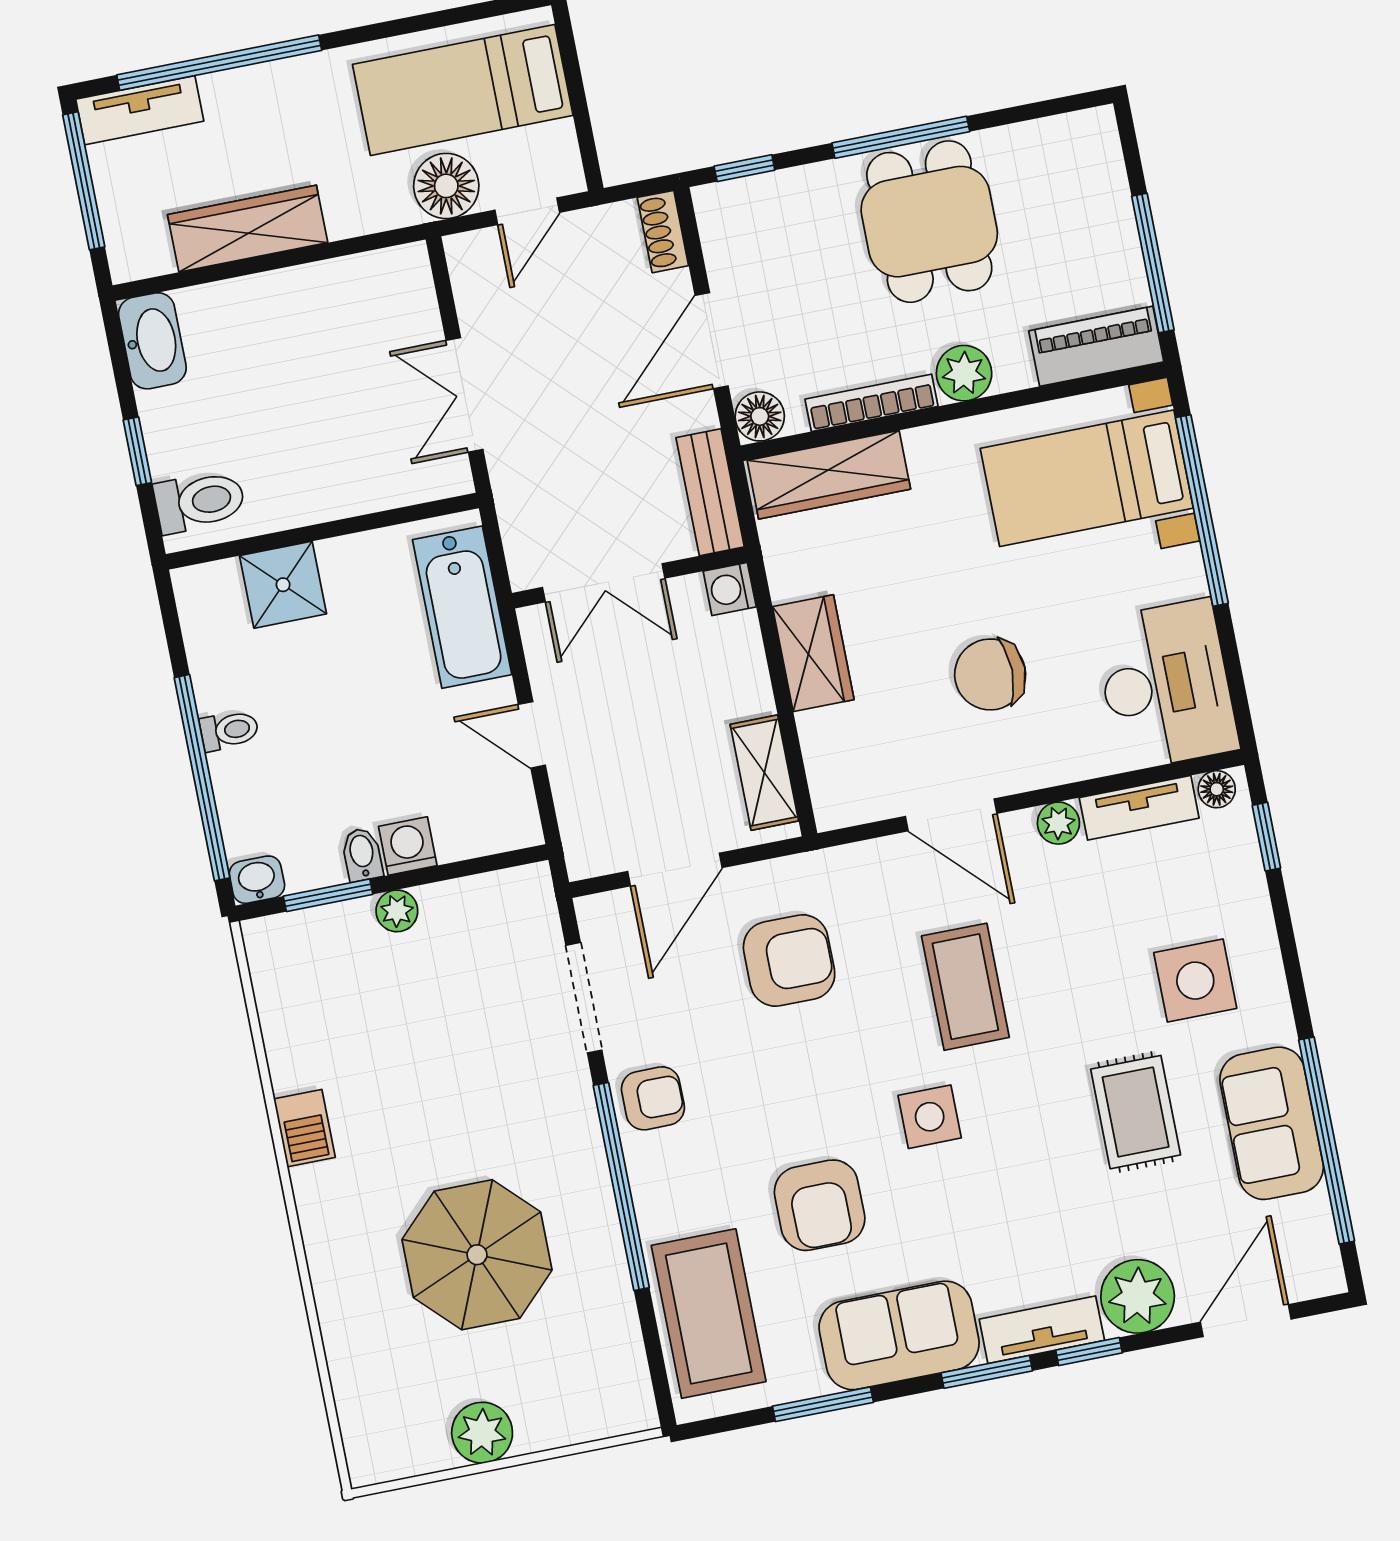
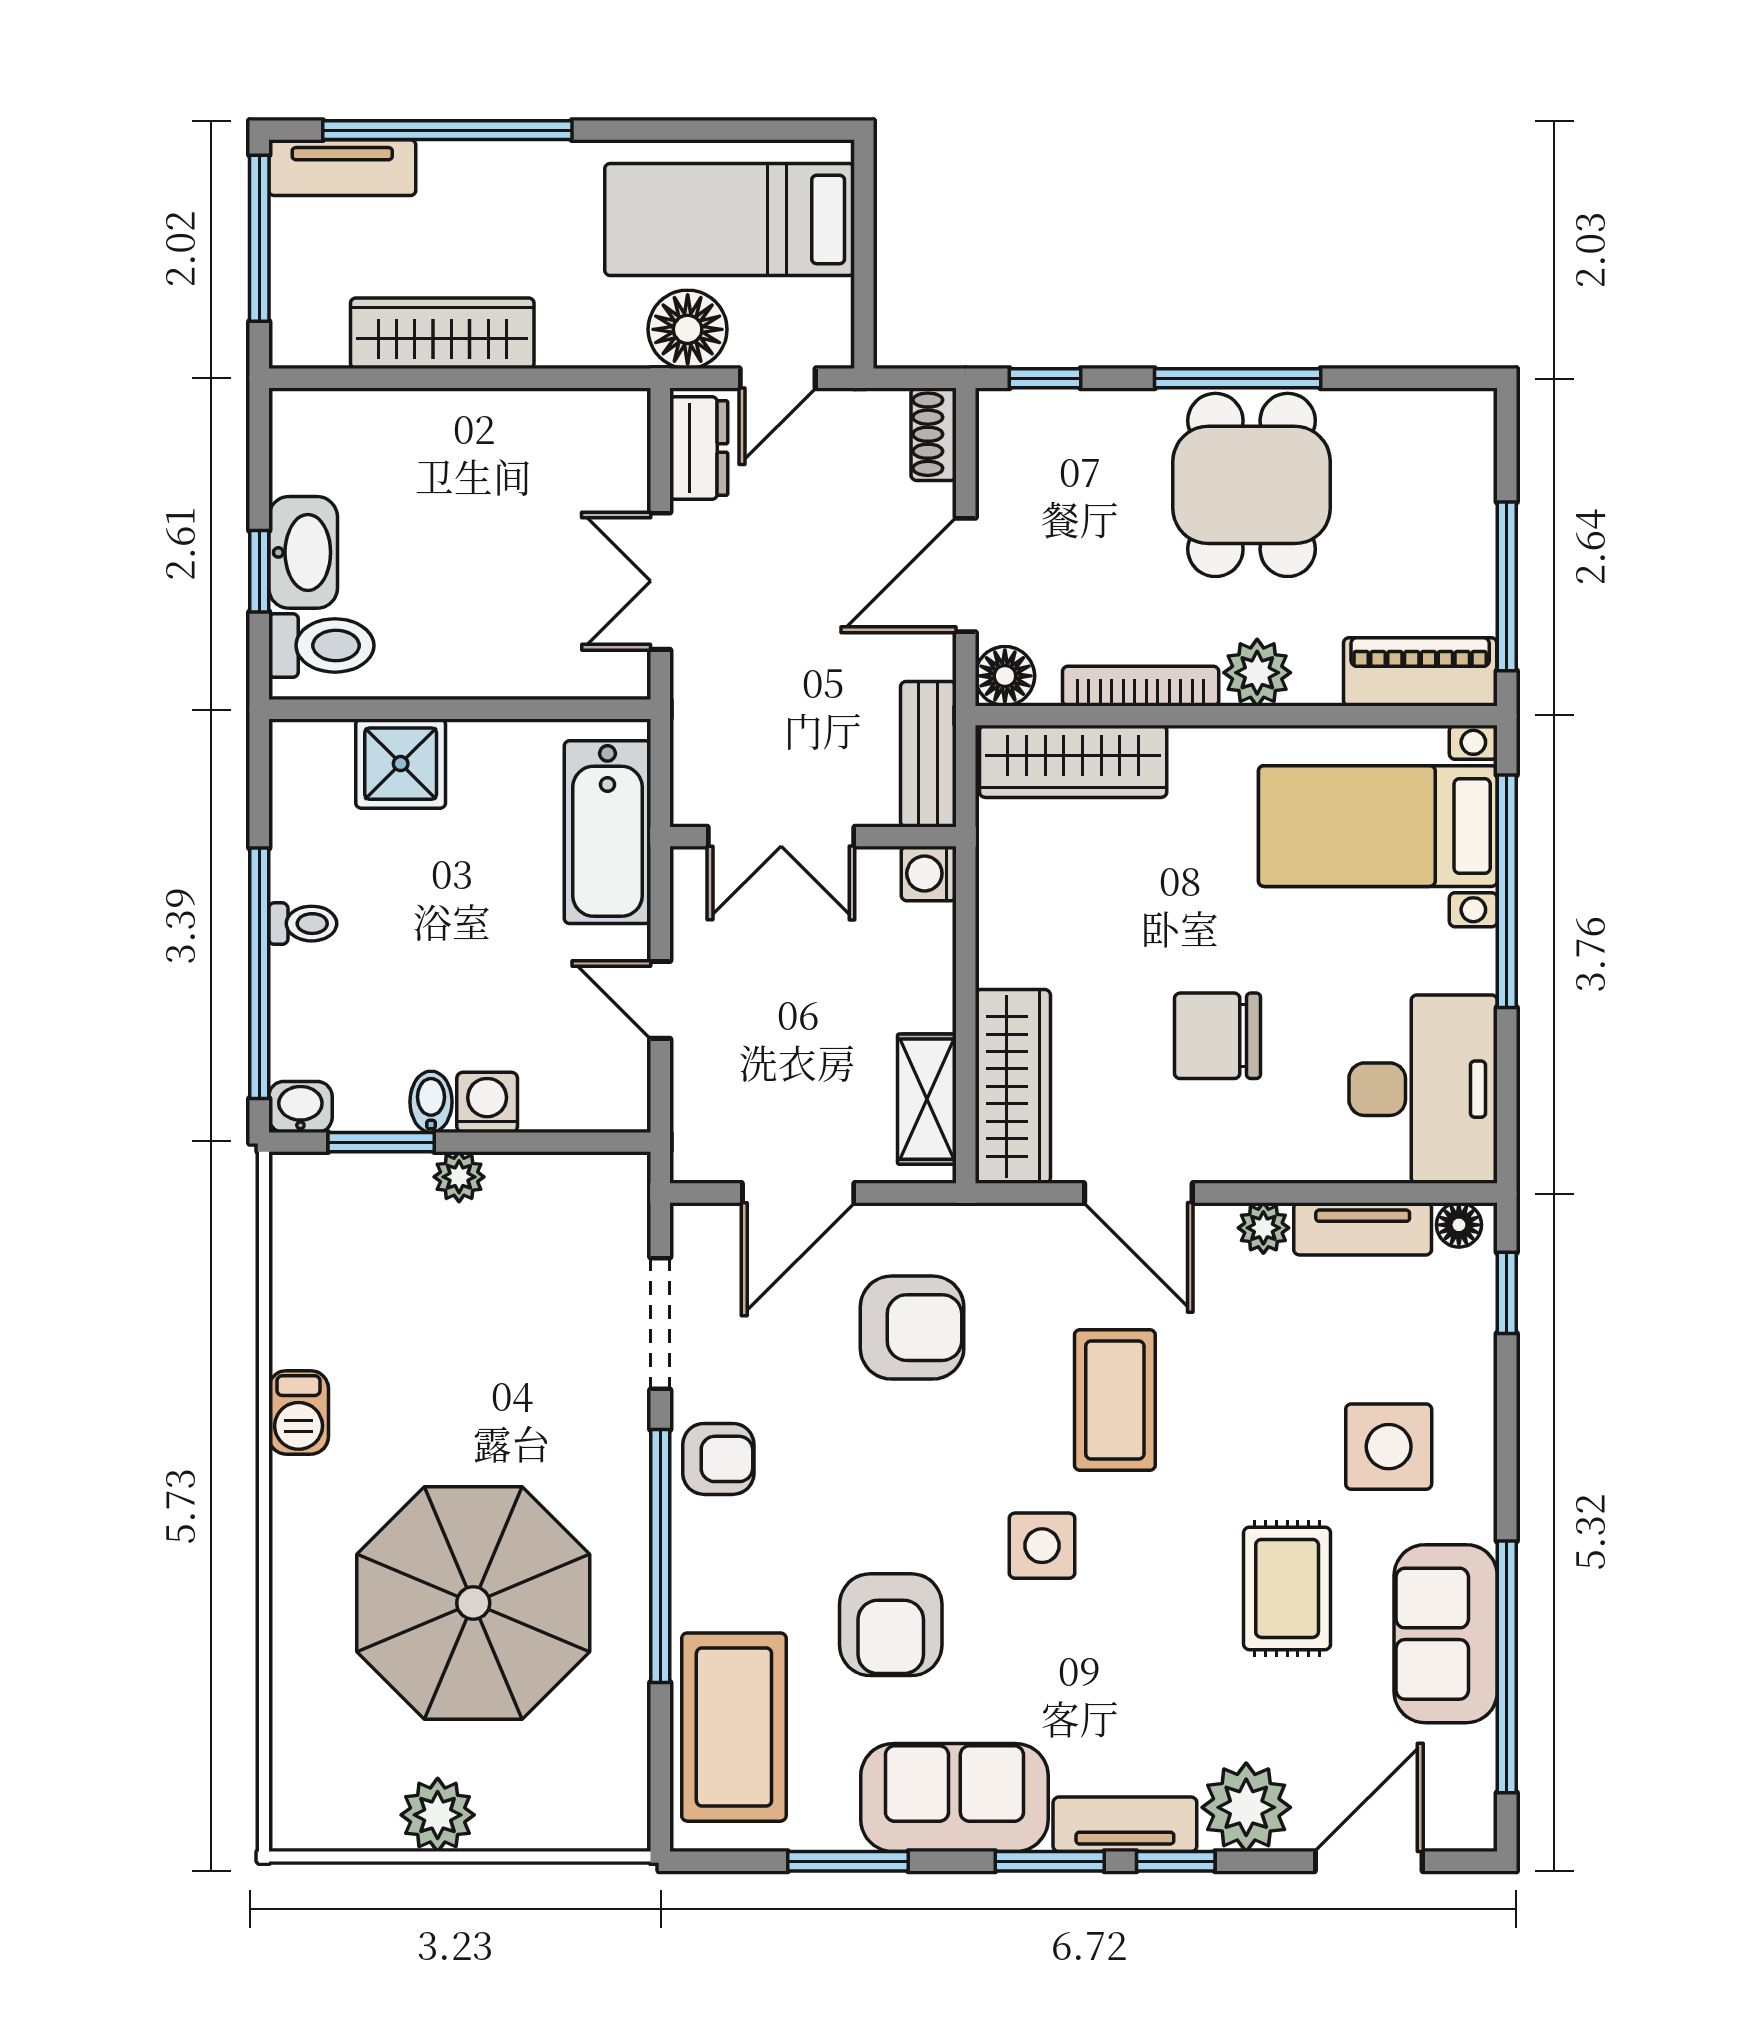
dresser: (474, 281) -> (699, 448), added
washbasin: (152, 341) -> (303, 552), moved
wardrobe: (813, 653) -> (1013, 1086), moved, width x1.50
parasol: (477, 1255) -> (473, 1603), width x1.36, depth x1.36

